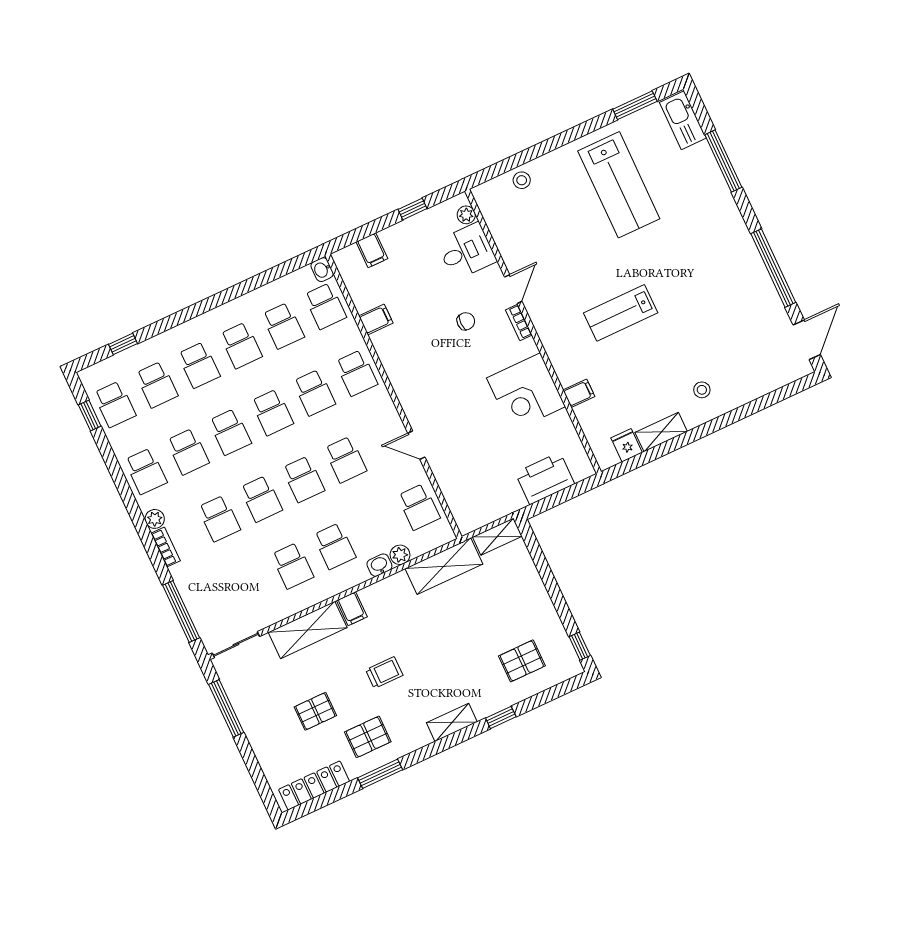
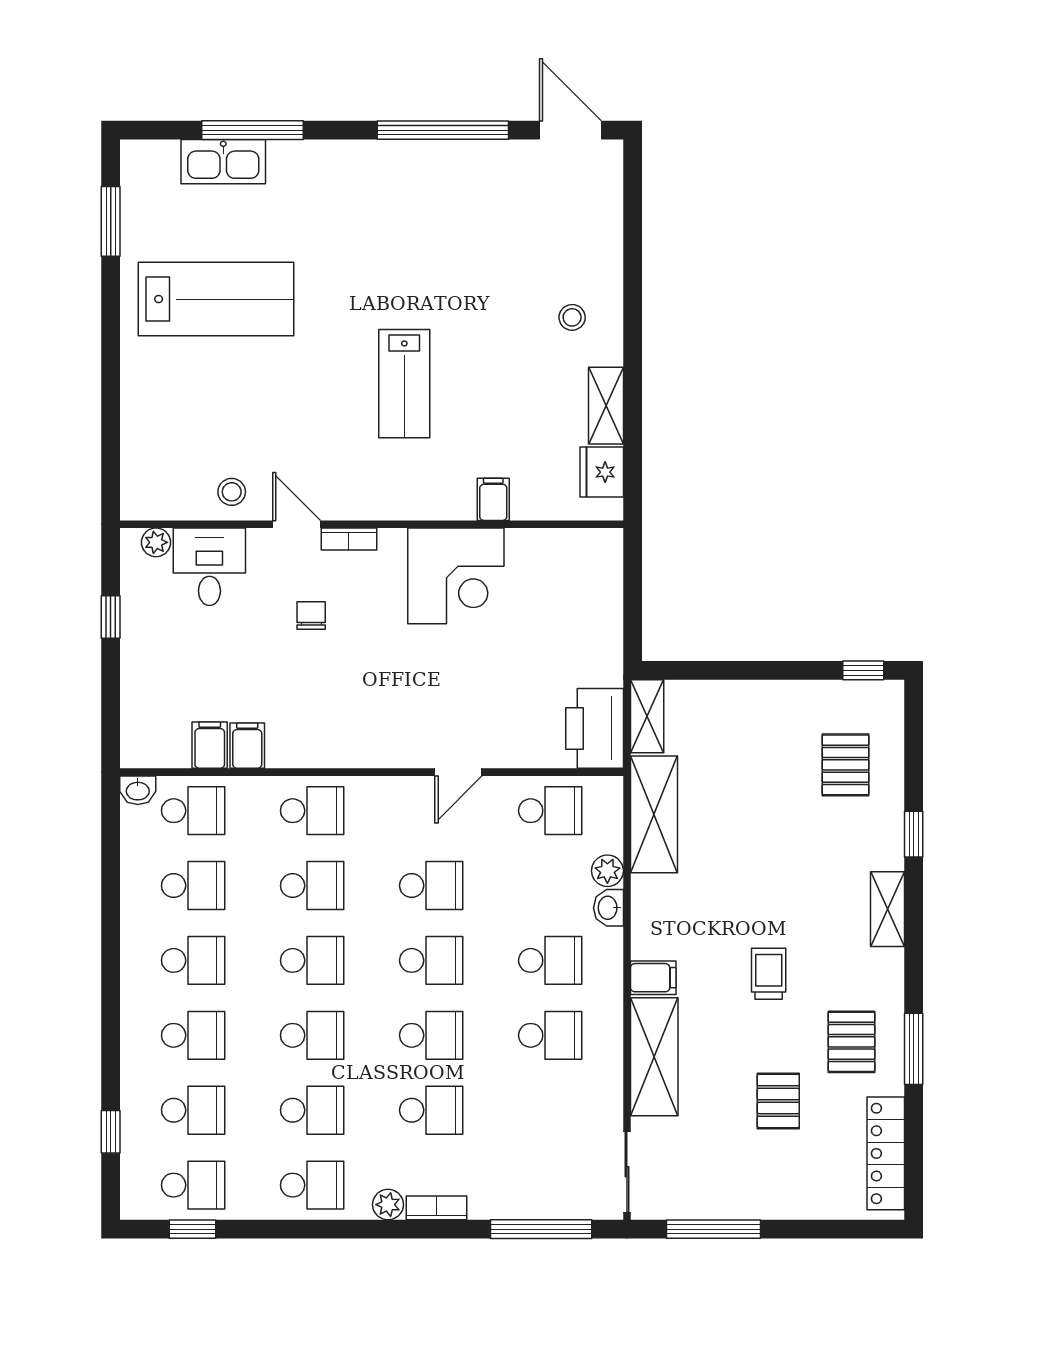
kitchen sink: (683, 120) -> (223, 162), moved
stool: (522, 180) -> (232, 492), moved
filing cabinet: (372, 250) -> (210, 745), moved, turned -90
fridge: (627, 445) -> (602, 472), width x1.38
printer: (545, 478) -> (595, 728), moved

